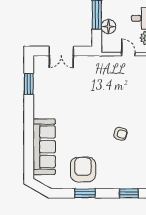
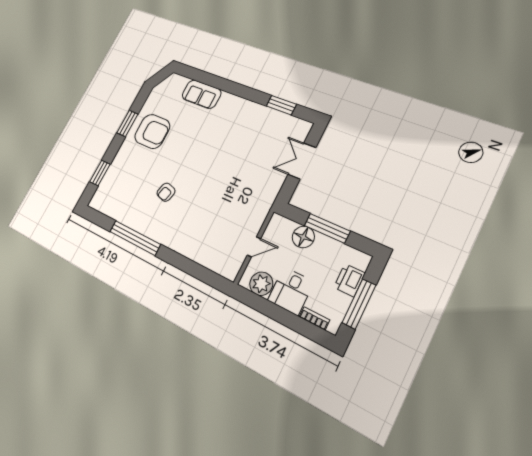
sofa: (44, 147) -> (201, 94), width x0.54, depth x0.79

